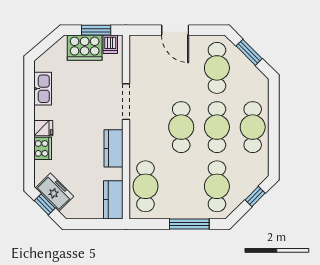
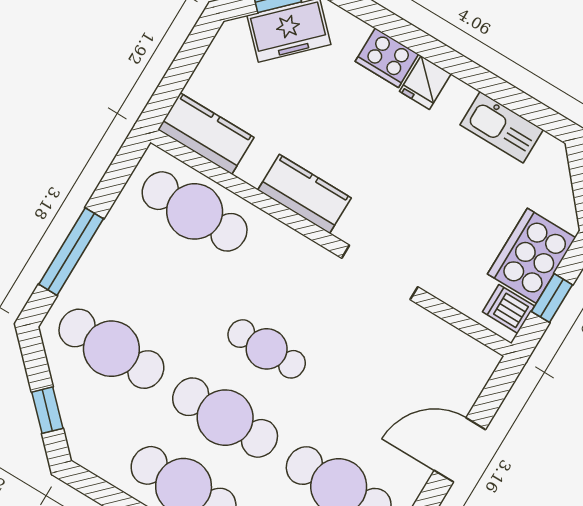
window: (96, 30) -> (552, 298), width x0.67
cafe table: (181, 127) -> (267, 349), width x0.73, depth x0.74

